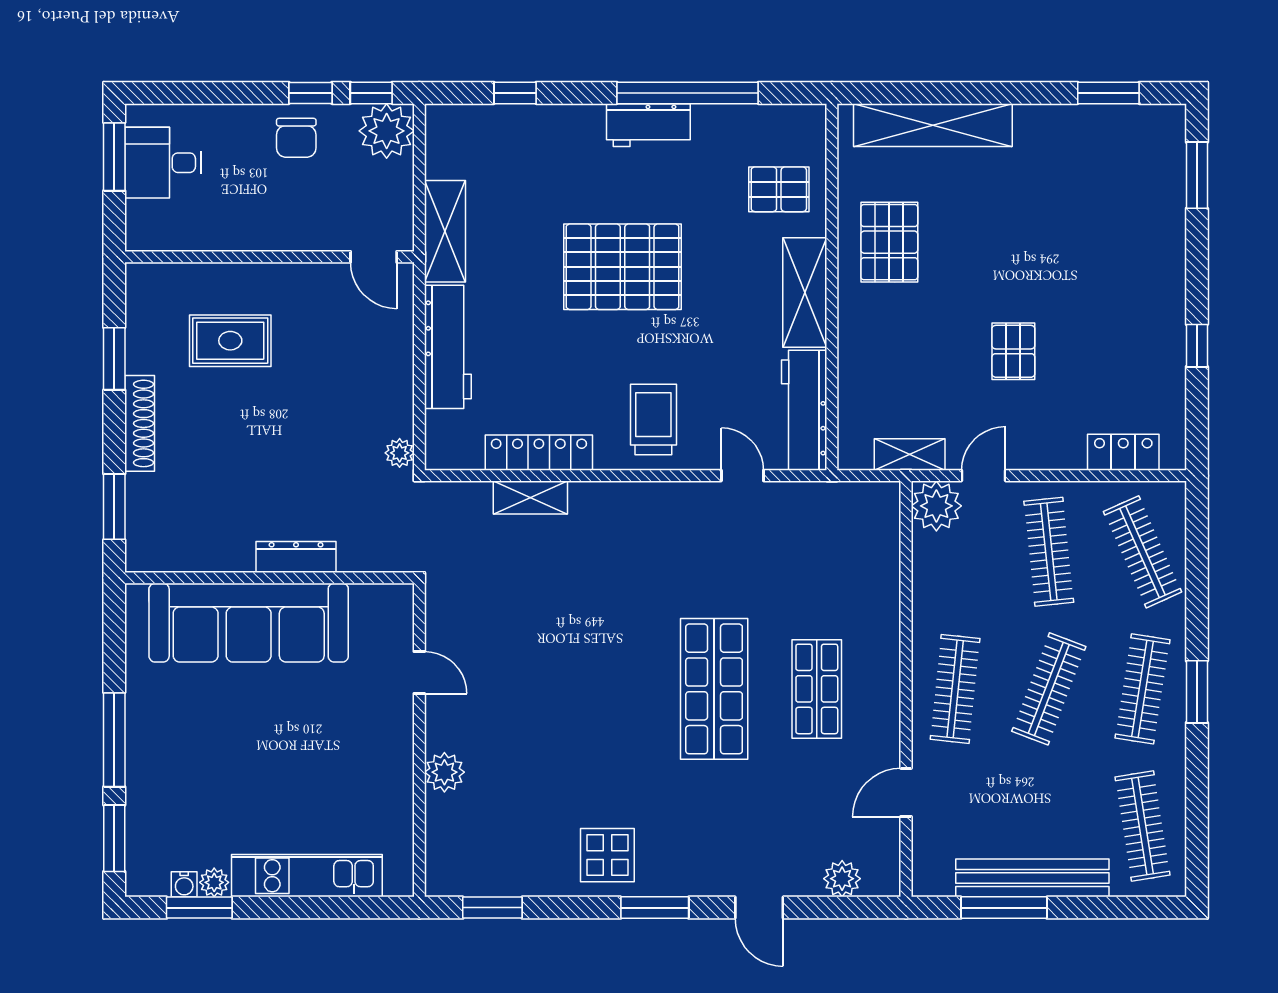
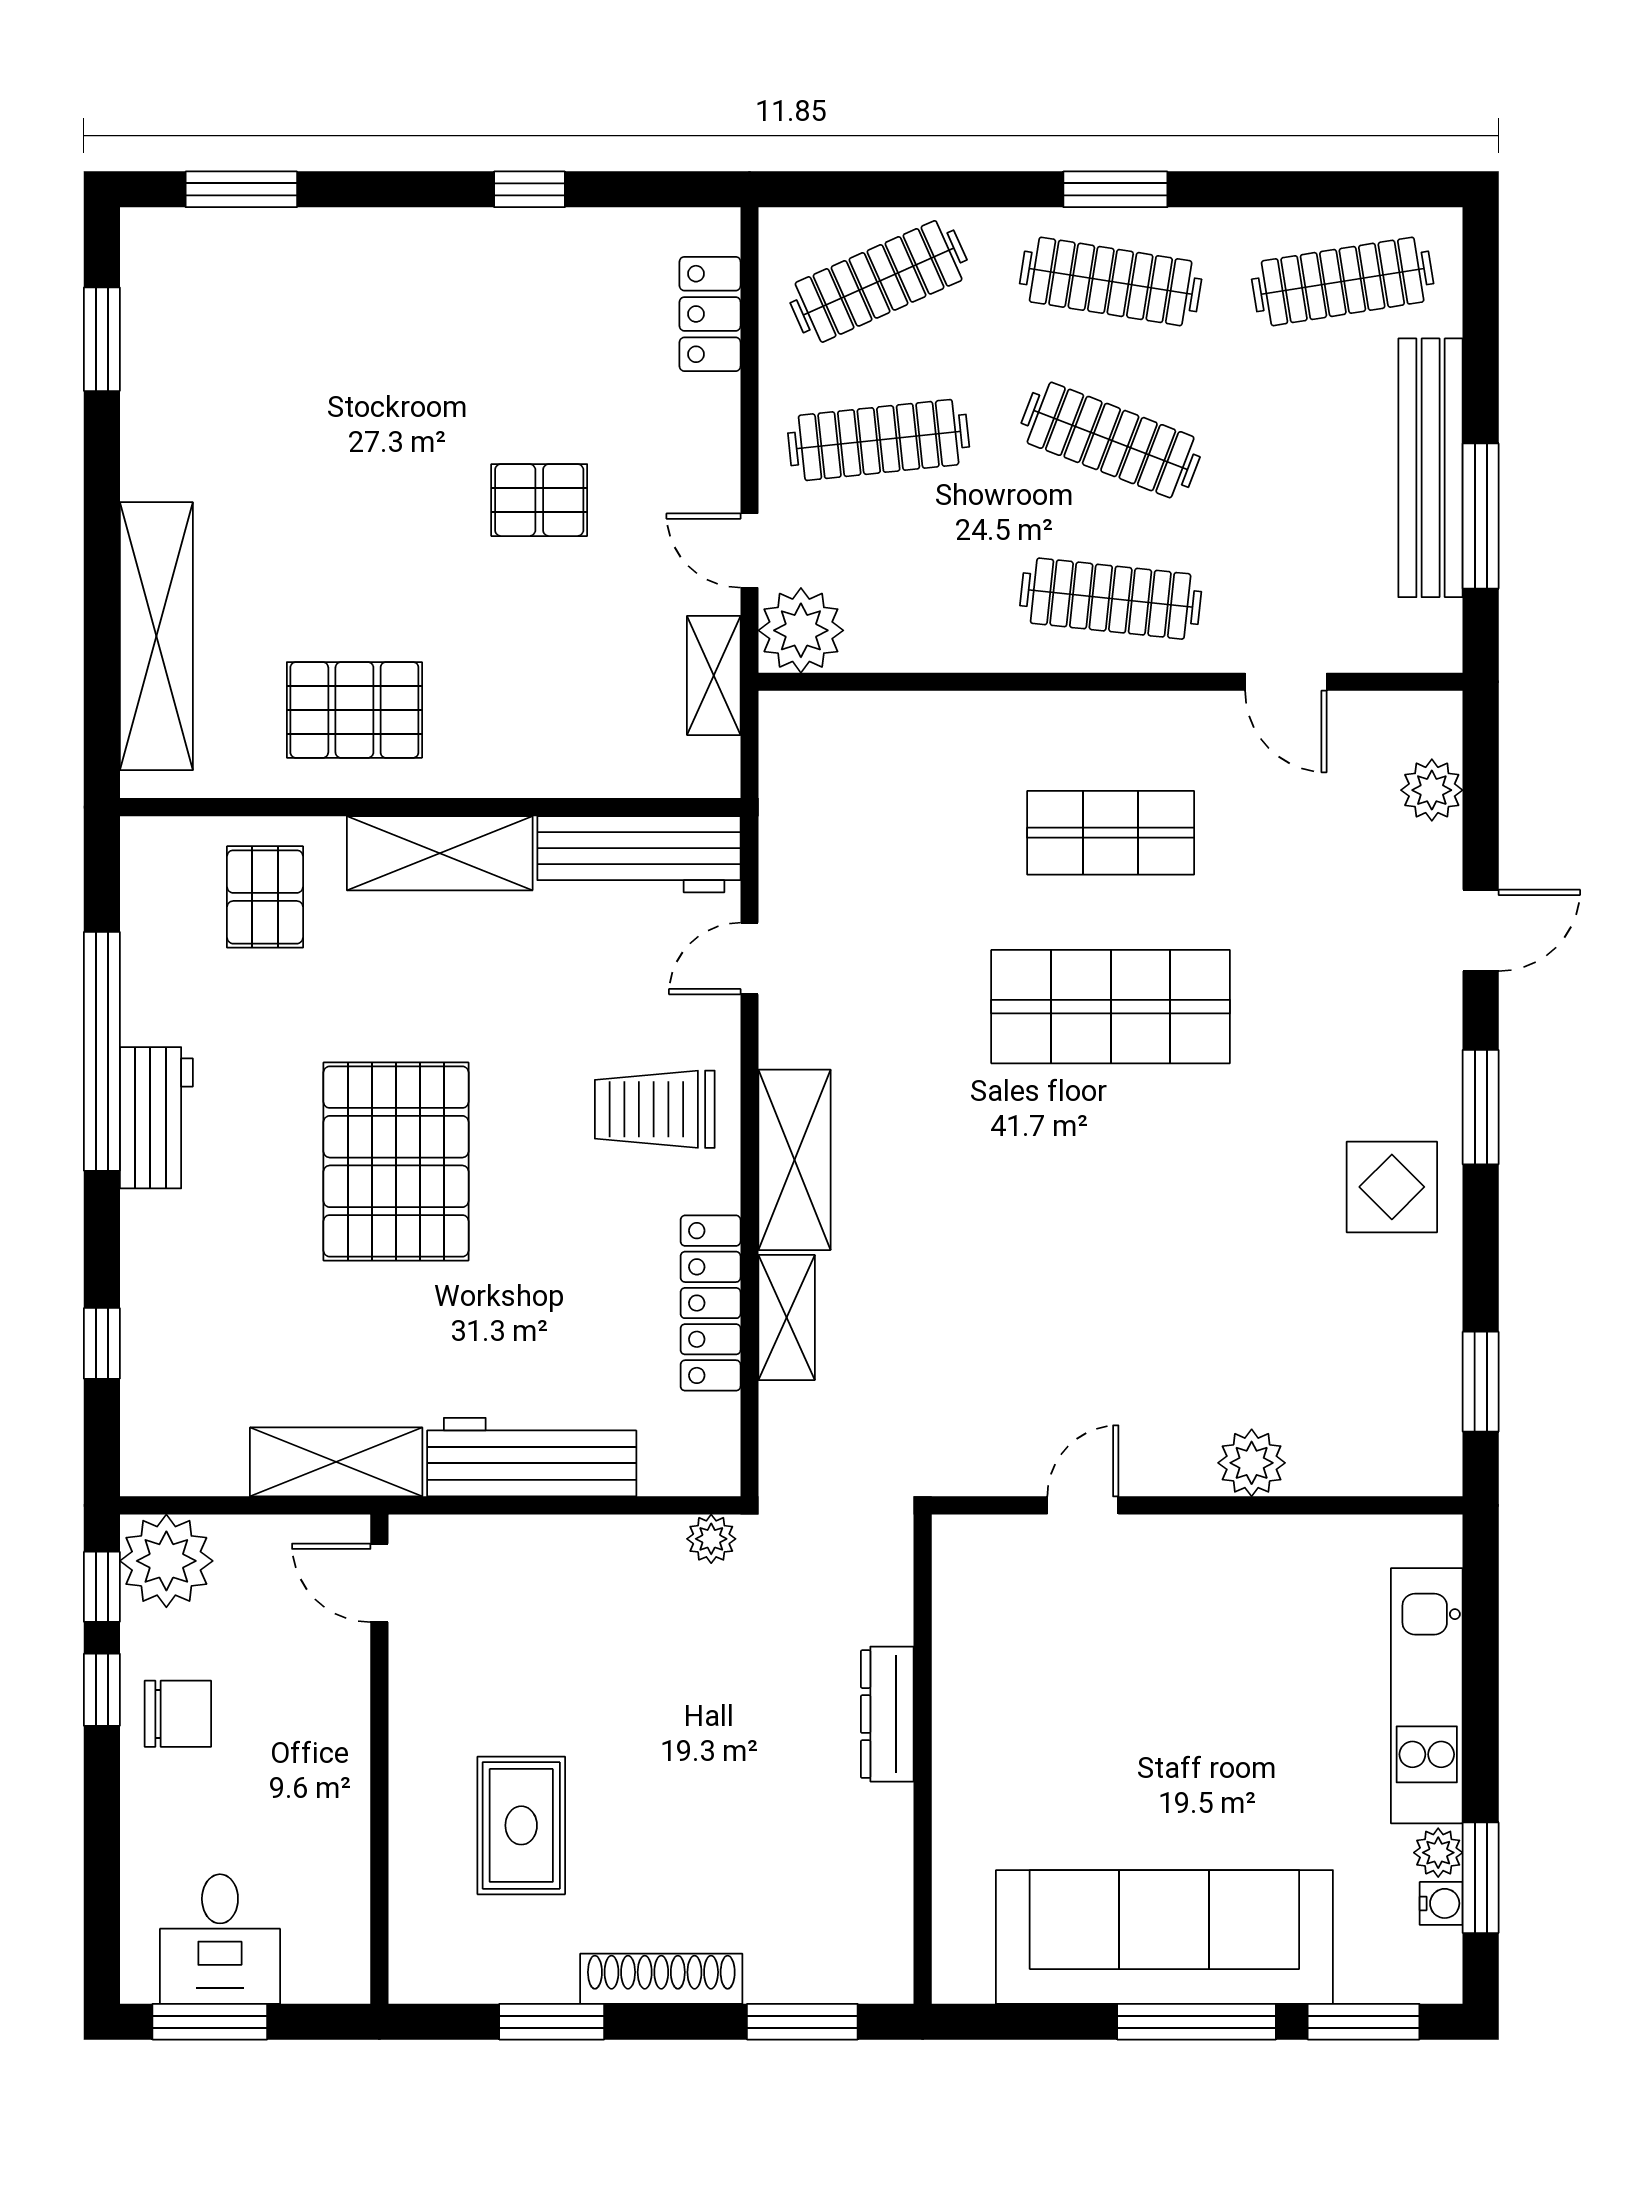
door: (374, 257) -> (379, 1583), swing flipped
shelving: (624, 502) -> (795, 1160), added
sofa: (249, 623) -> (1164, 1937), moved, turned -90

